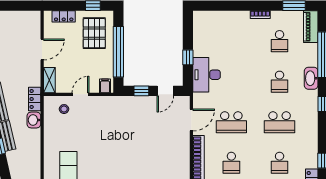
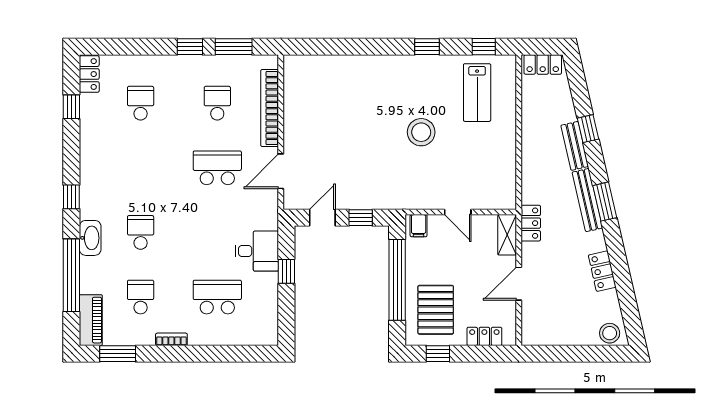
desk: (207, 75) -> (257, 251), width x0.73
door: (80, 94) -> (458, 212), hinge flipped
locker: (35, 99) -> (531, 223), moved
stool: (64, 109) -> (421, 132), moved, width x1.89, depth x1.89
washbasin: (34, 120) -> (532, 171), removed
school desk: (280, 122) -> (217, 297), moved

